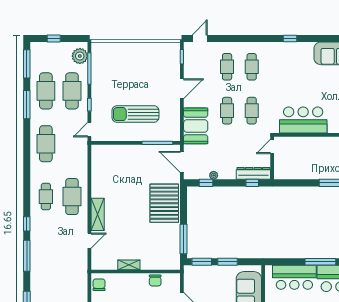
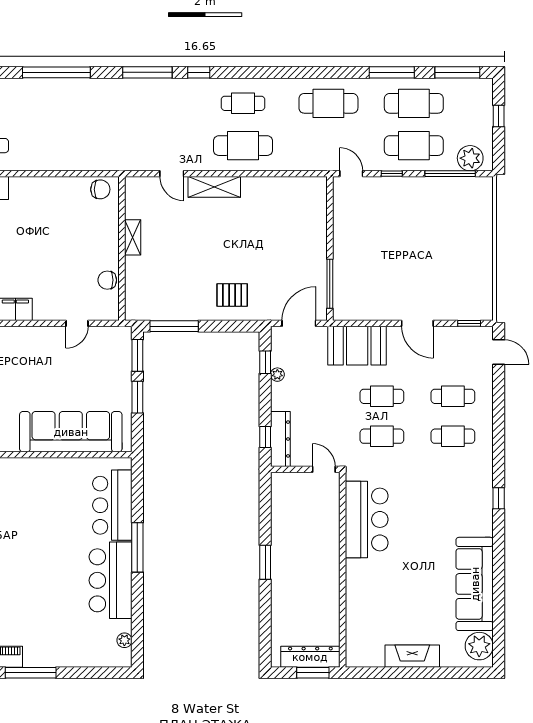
sun lounger: (135, 114) -> (376, 248), removed
pallet: (164, 203) -> (232, 295), width x0.49, depth x0.50

